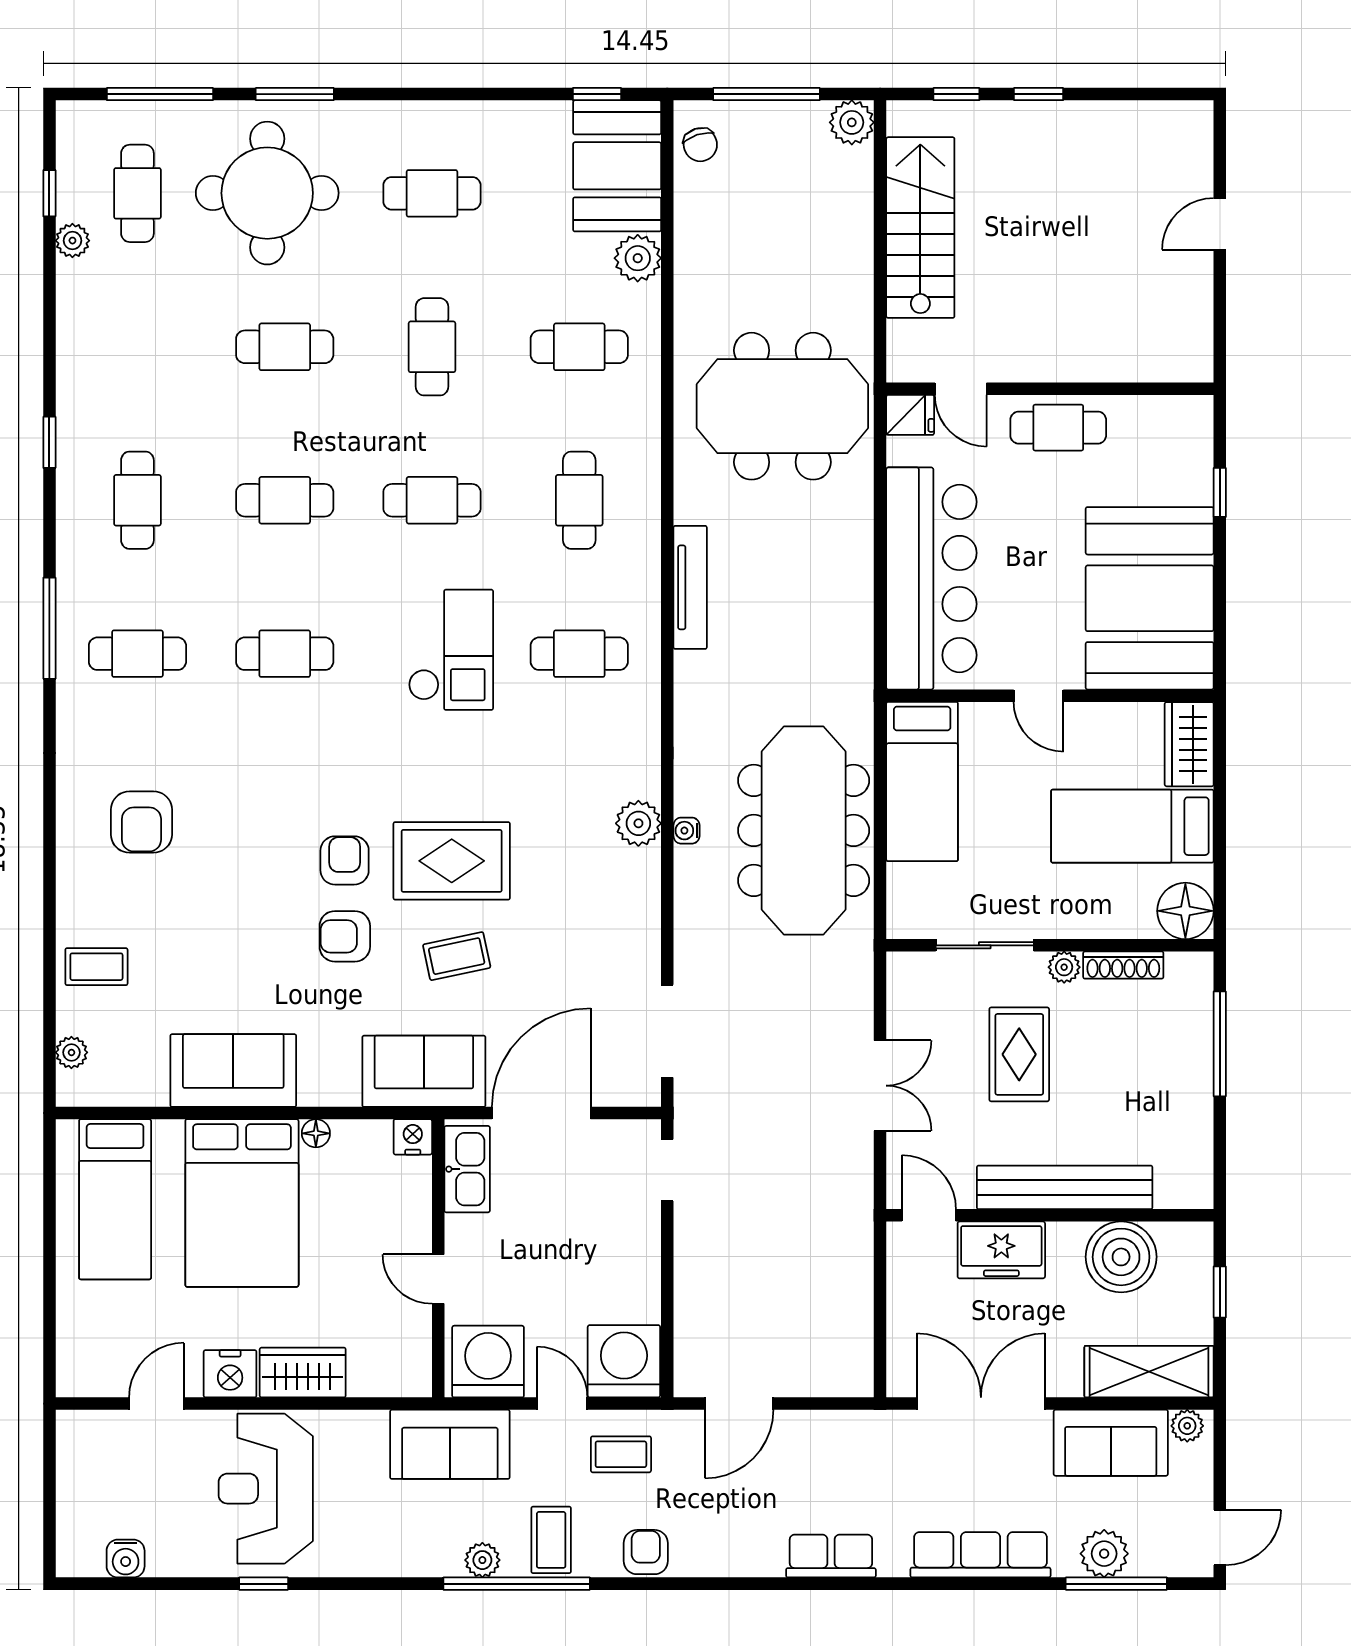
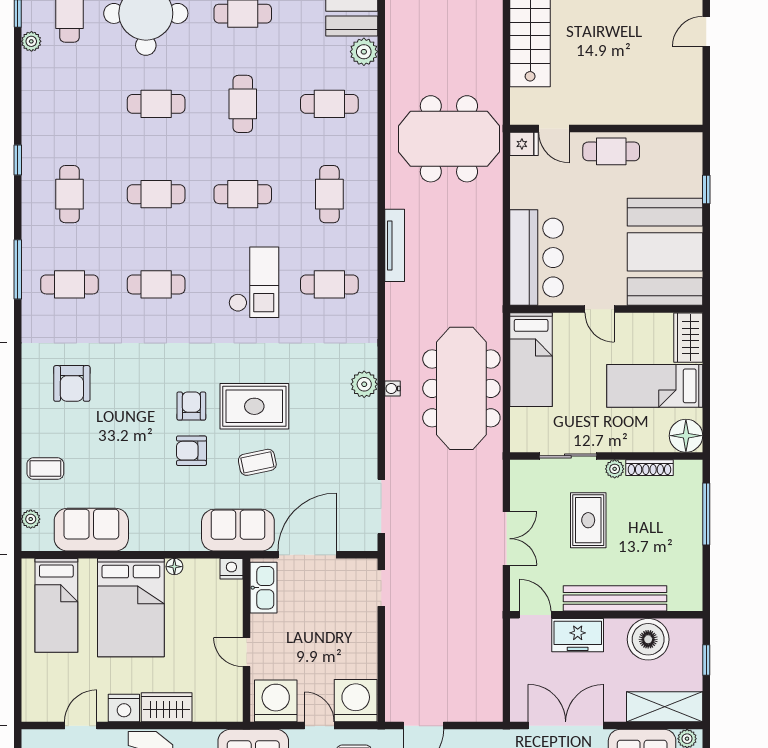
bar counter: (931, 578) -> (537, 258), width x0.73
sofa: (233, 1071) -> (91, 530), moved

